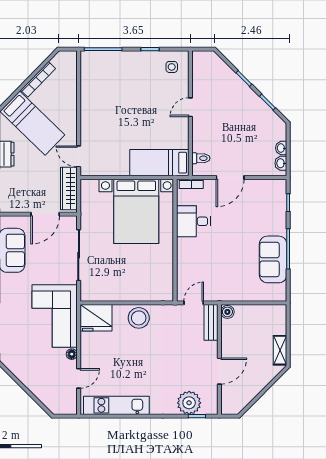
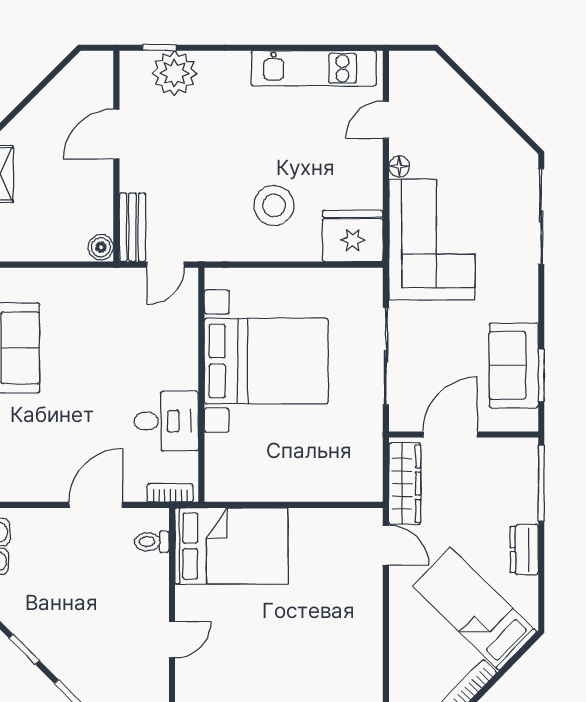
bed: (159, 163) -> (231, 546), width x1.50
bed with nightstands: (136, 211) -> (266, 361), moved, turned 90
stool: (139, 318) -> (274, 206), moved

